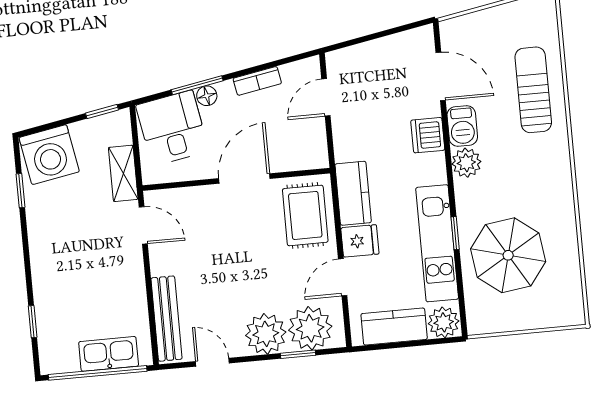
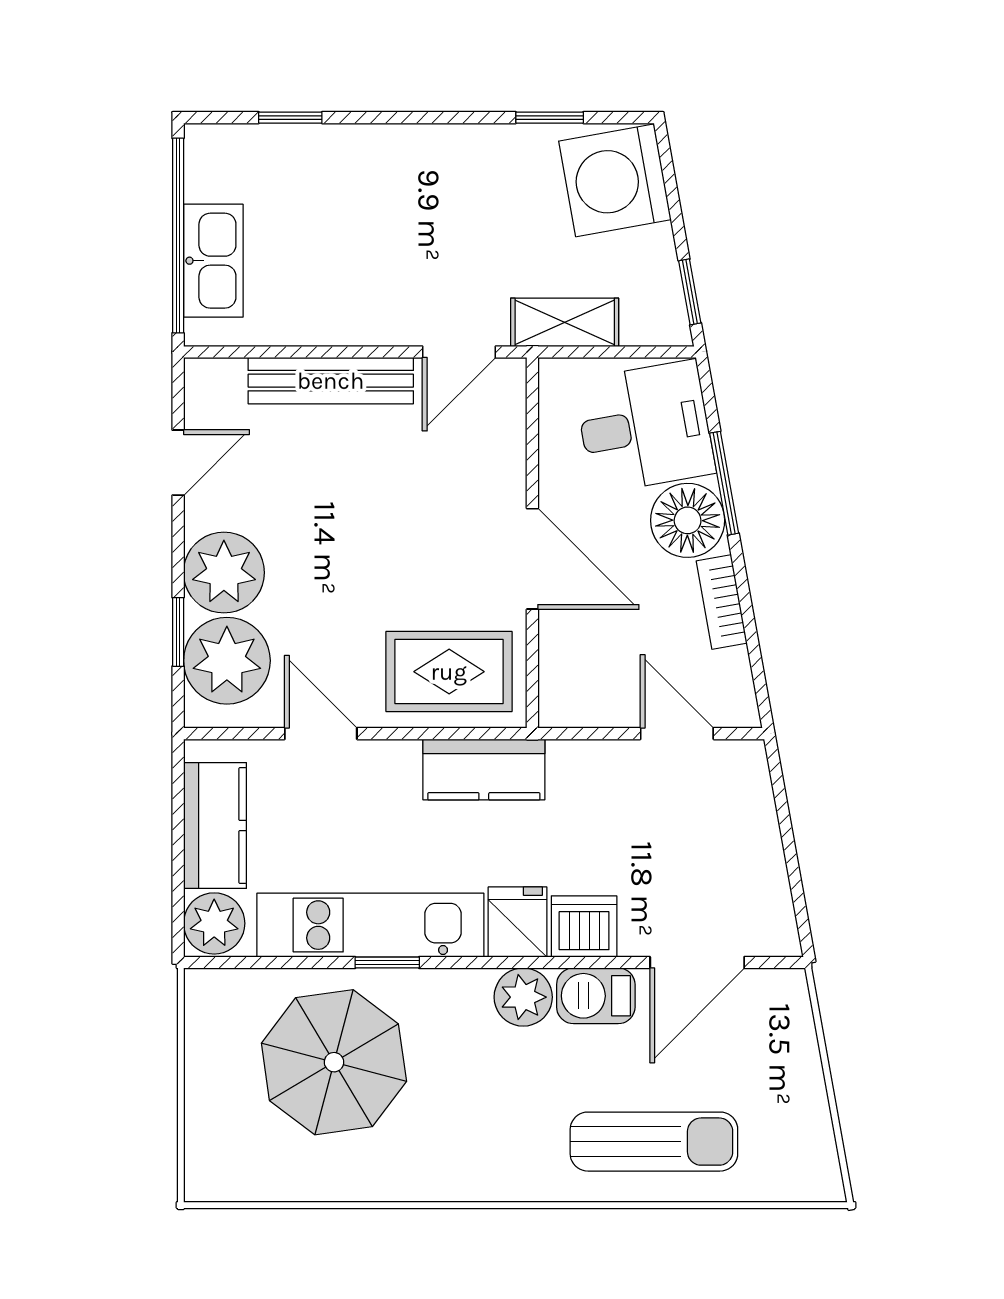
floor lamp: (207, 96) -> (688, 520), width x1.89, depth x1.89
fridge: (360, 241) -> (518, 922), moved, turned 180
bench: (166, 319) -> (331, 381), moved

